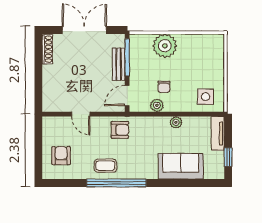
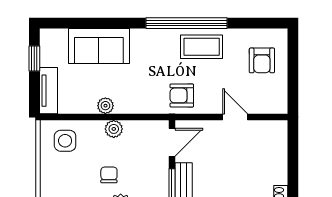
chair: (164, 87) -> (109, 175), moved
plant: (157, 105) -> (114, 129), moved
coffee table: (105, 166) -> (202, 47), width x1.36, depth x1.30

